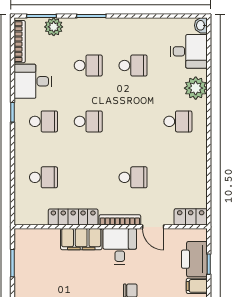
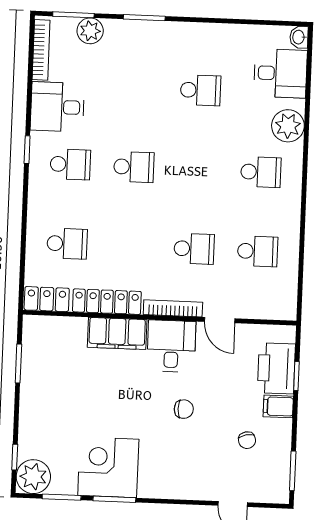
school desk: (88, 66) -> (258, 251), moved
locker: (191, 217) -> (47, 299), moved

